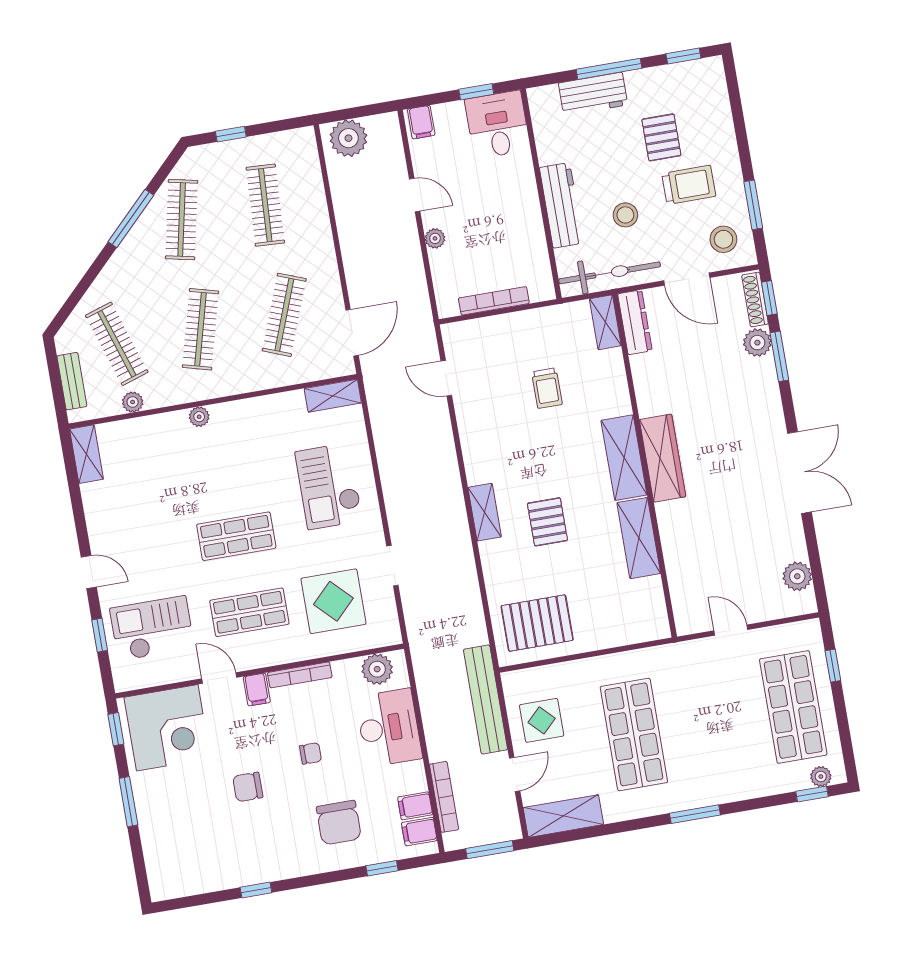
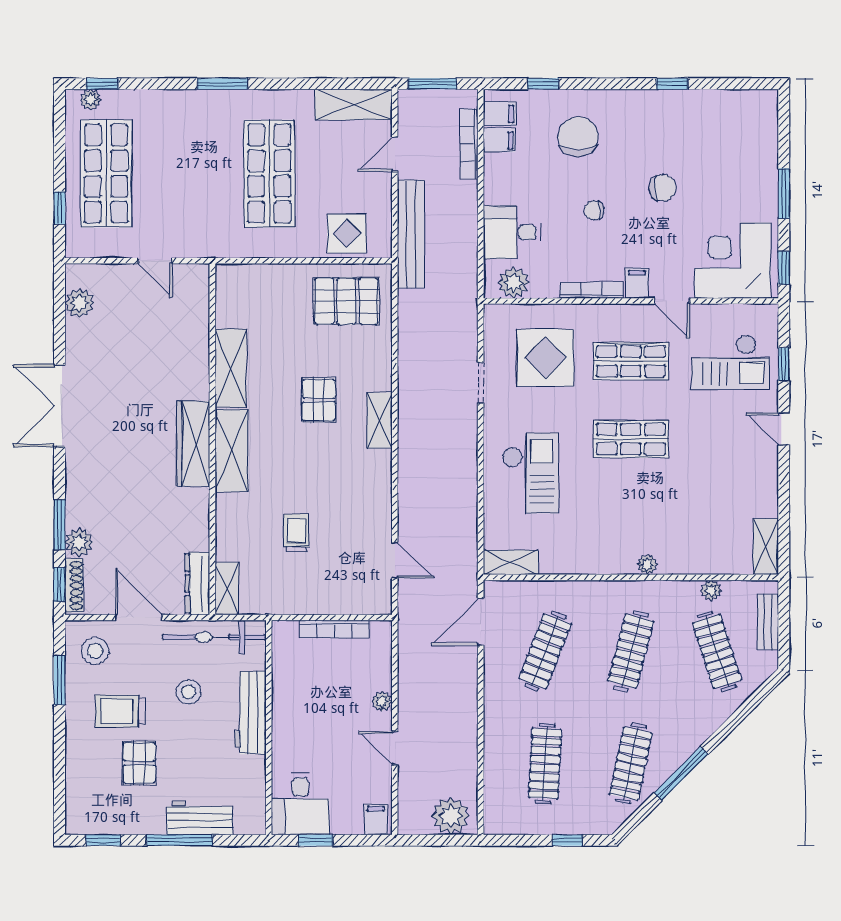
display table: (542, 720) -> (347, 233), moved
desk: (389, 728) -> (512, 232), width x0.73

